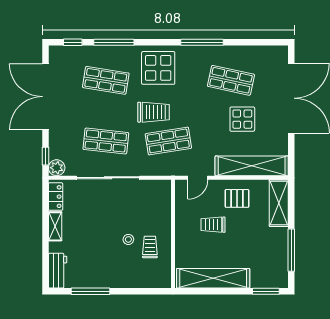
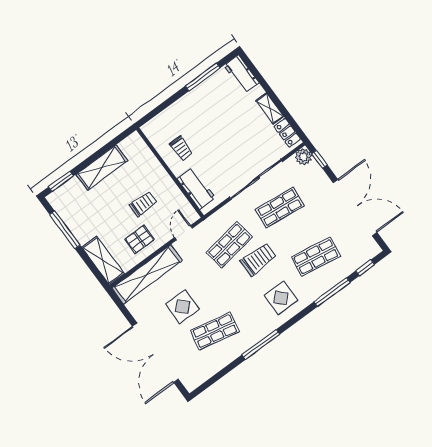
display table: (158, 68) -> (281, 298), width x0.73, depth x0.73
trolley: (154, 112) -> (258, 259), turned 180
workbench: (161, 206) -> (196, 188), added
stool: (128, 239) -> (203, 141), removed
shelving: (213, 278) -> (102, 168), width x0.68

